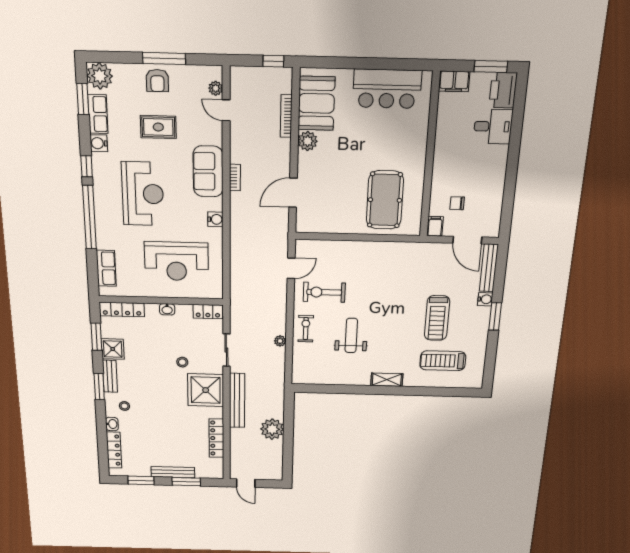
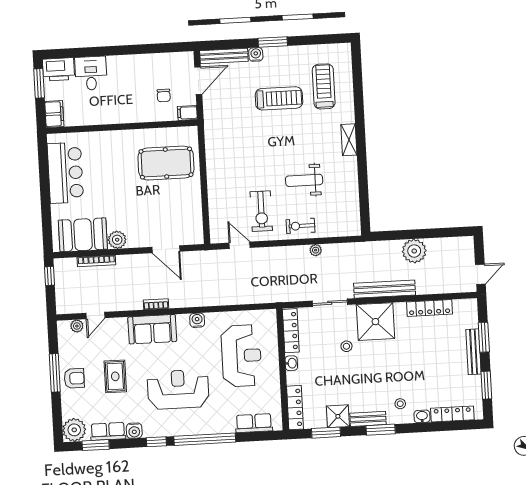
locker: (208, 312) -> (291, 331), width x1.53
treadmill: (443, 361) -> (324, 86), turned 180

